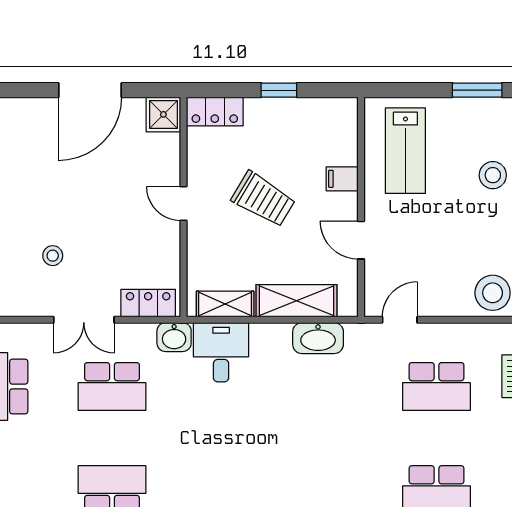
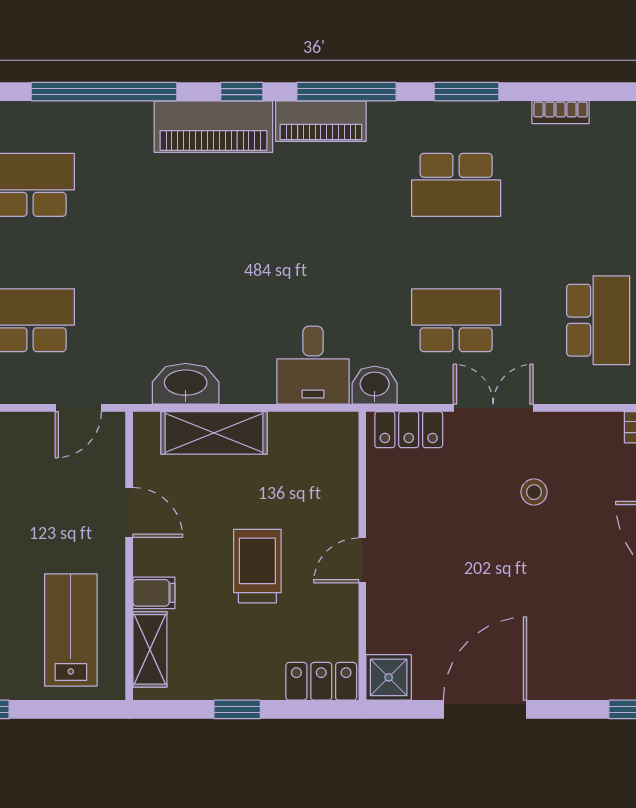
trolley: (263, 199) -> (257, 566), turned 59
door: (184, 204) -> (362, 560), swing flipped
shelving: (225, 304) -> (150, 649), moved, turned 90

